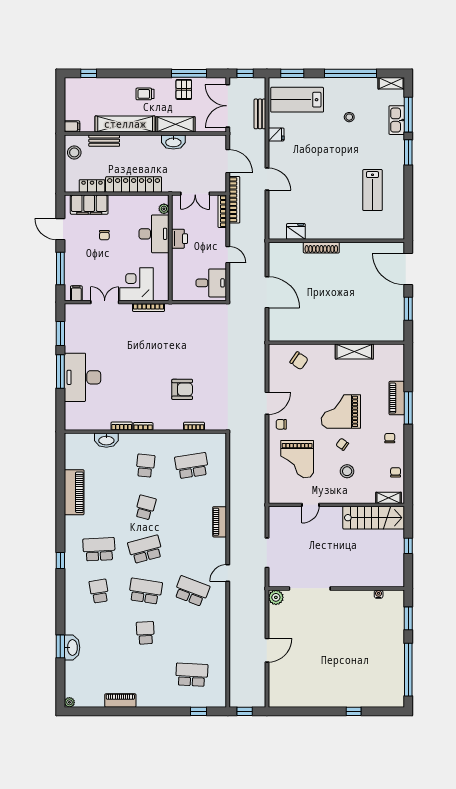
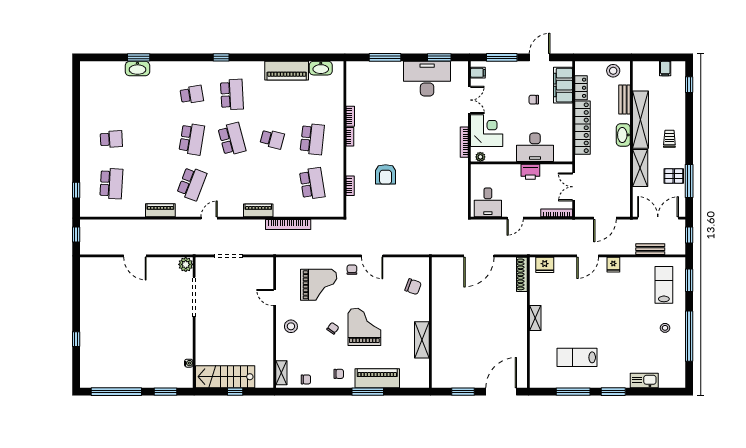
shelving: (391, 83) -> (535, 318), moved
lab bench: (297, 100) -> (664, 285), width x0.73, depth x0.72
window: (408, 115) -> (573, 392), moved
stool: (349, 117) -> (665, 328), moved
filing cabinet: (72, 126) -> (665, 69), moved
fridge: (276, 134) -> (613, 265), moved
washbasin: (173, 142) -> (623, 135), moved
bookcase: (234, 200) -> (288, 225), moved
plant: (164, 209) -> (480, 157), moved
fridge: (296, 231) -> (545, 265), moved, turned 90
shoe rack: (321, 248) -> (522, 274), moved
chair: (299, 361) -> (413, 287), turned -104
window: (60, 371) -> (385, 57), moved
desk: (83, 377) -> (427, 79), moved
piano: (397, 398) -> (377, 378), width x1.37, depth x1.33
washbasin: (106, 440) -> (321, 68), moved, turned -90
grand piano: (297, 459) -> (319, 285), turned 180
school desk: (145, 466) -> (312, 139), width x1.85
stool: (347, 471) -> (291, 326), moved
stairs: (374, 518) -> (225, 377), moved, turned 90
door: (228, 573) -> (209, 218), hinge flipped
school desk: (145, 633) -> (111, 139), moved
piano: (120, 701) -> (160, 210), moved, turned -90
plant: (69, 702) -> (85, 66), removed

